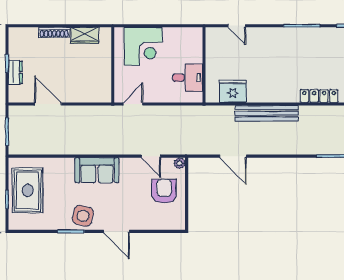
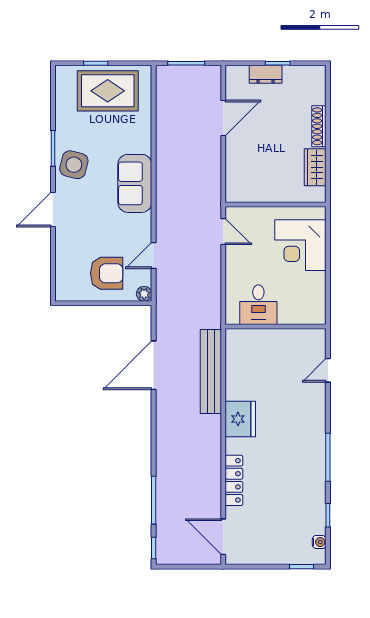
fridge: (233, 91) -> (240, 419), moved
bench: (267, 113) -> (211, 371), moved
door: (233, 156) -> (154, 365), width x1.36

